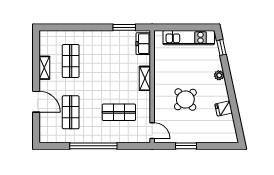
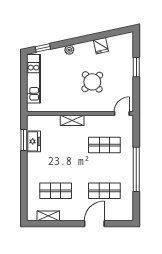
freezer: (143, 44) -> (33, 141), moved, turned -90
shelving: (44, 68) -> (48, 216), moved
shop shelf: (119, 112) -> (104, 145), turned 90
window: (186, 146) -> (136, 67), moved

